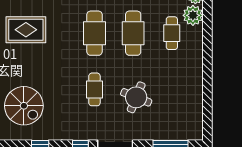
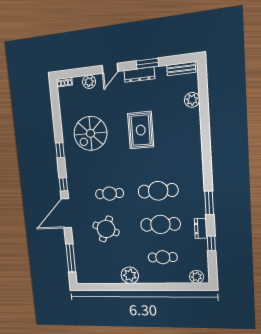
plant: (193, 15) -> (130, 275), moved
rug: (26, 30) -> (141, 130), moved

